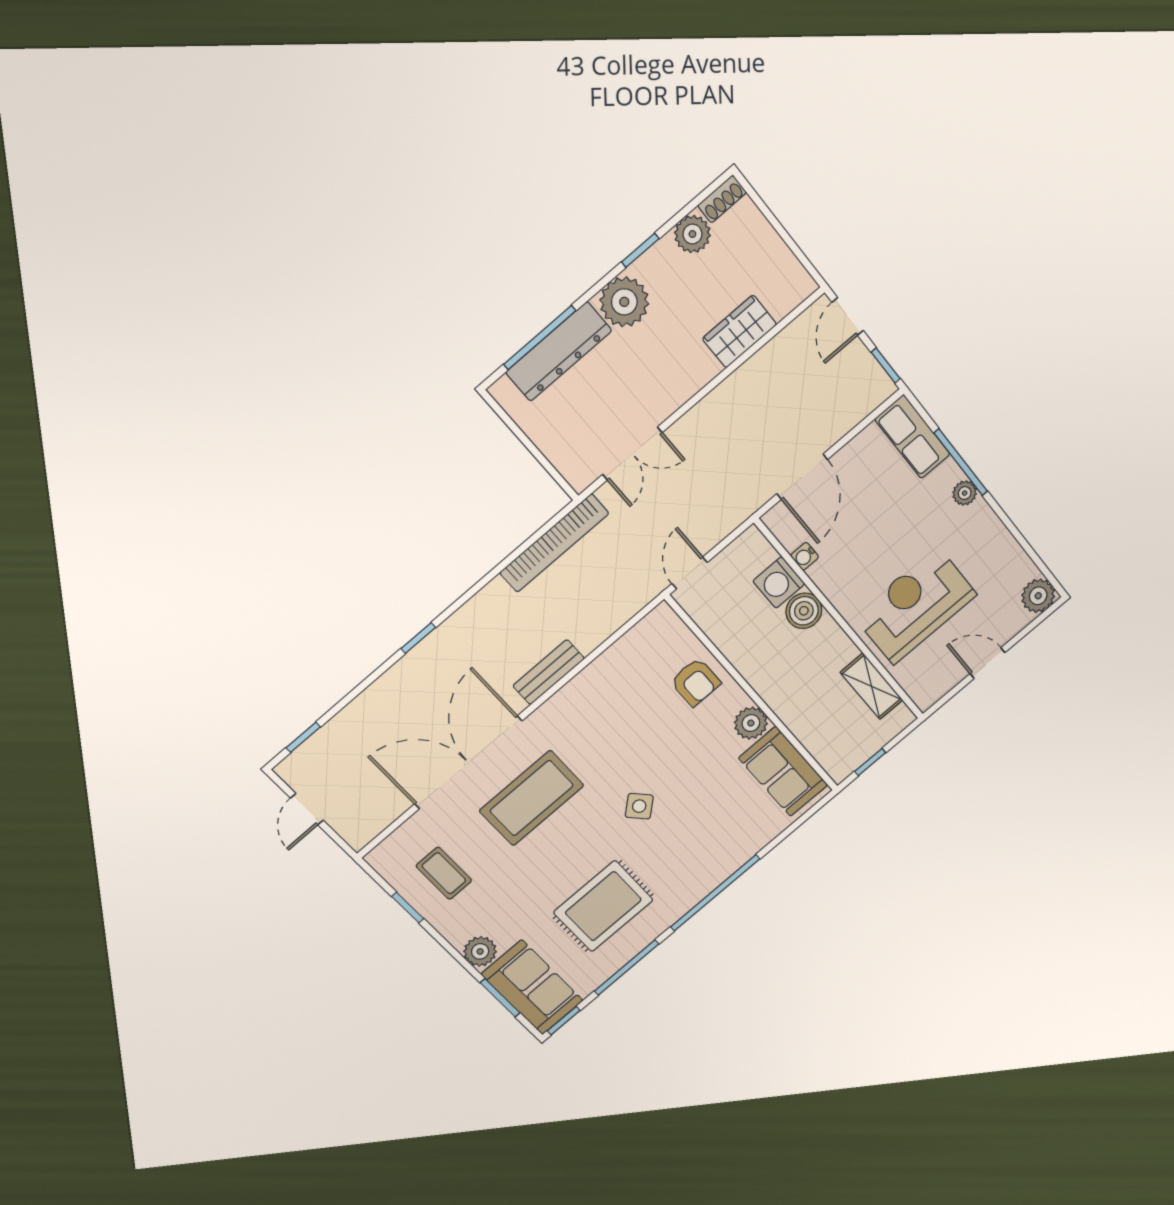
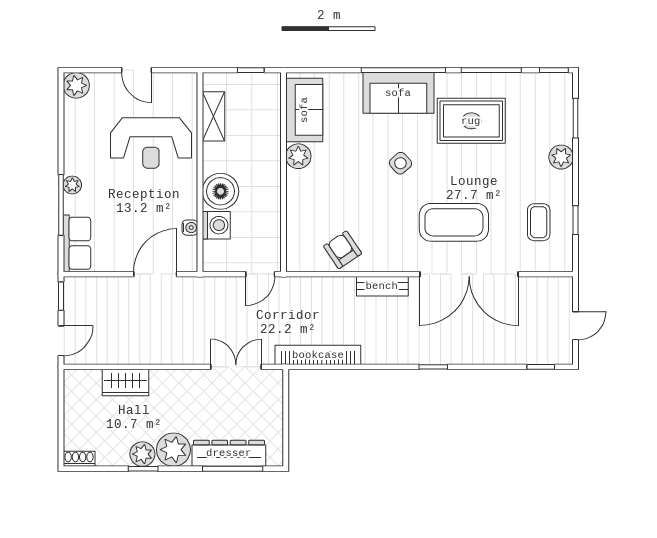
plant: (692, 234) -> (142, 454), moved
boiler: (804, 611) -> (220, 191), width x1.37, depth x1.37
armchair: (695, 682) -> (343, 250), moved, turned -34
sofa: (532, 987) -> (398, 93), moved, turned -90

